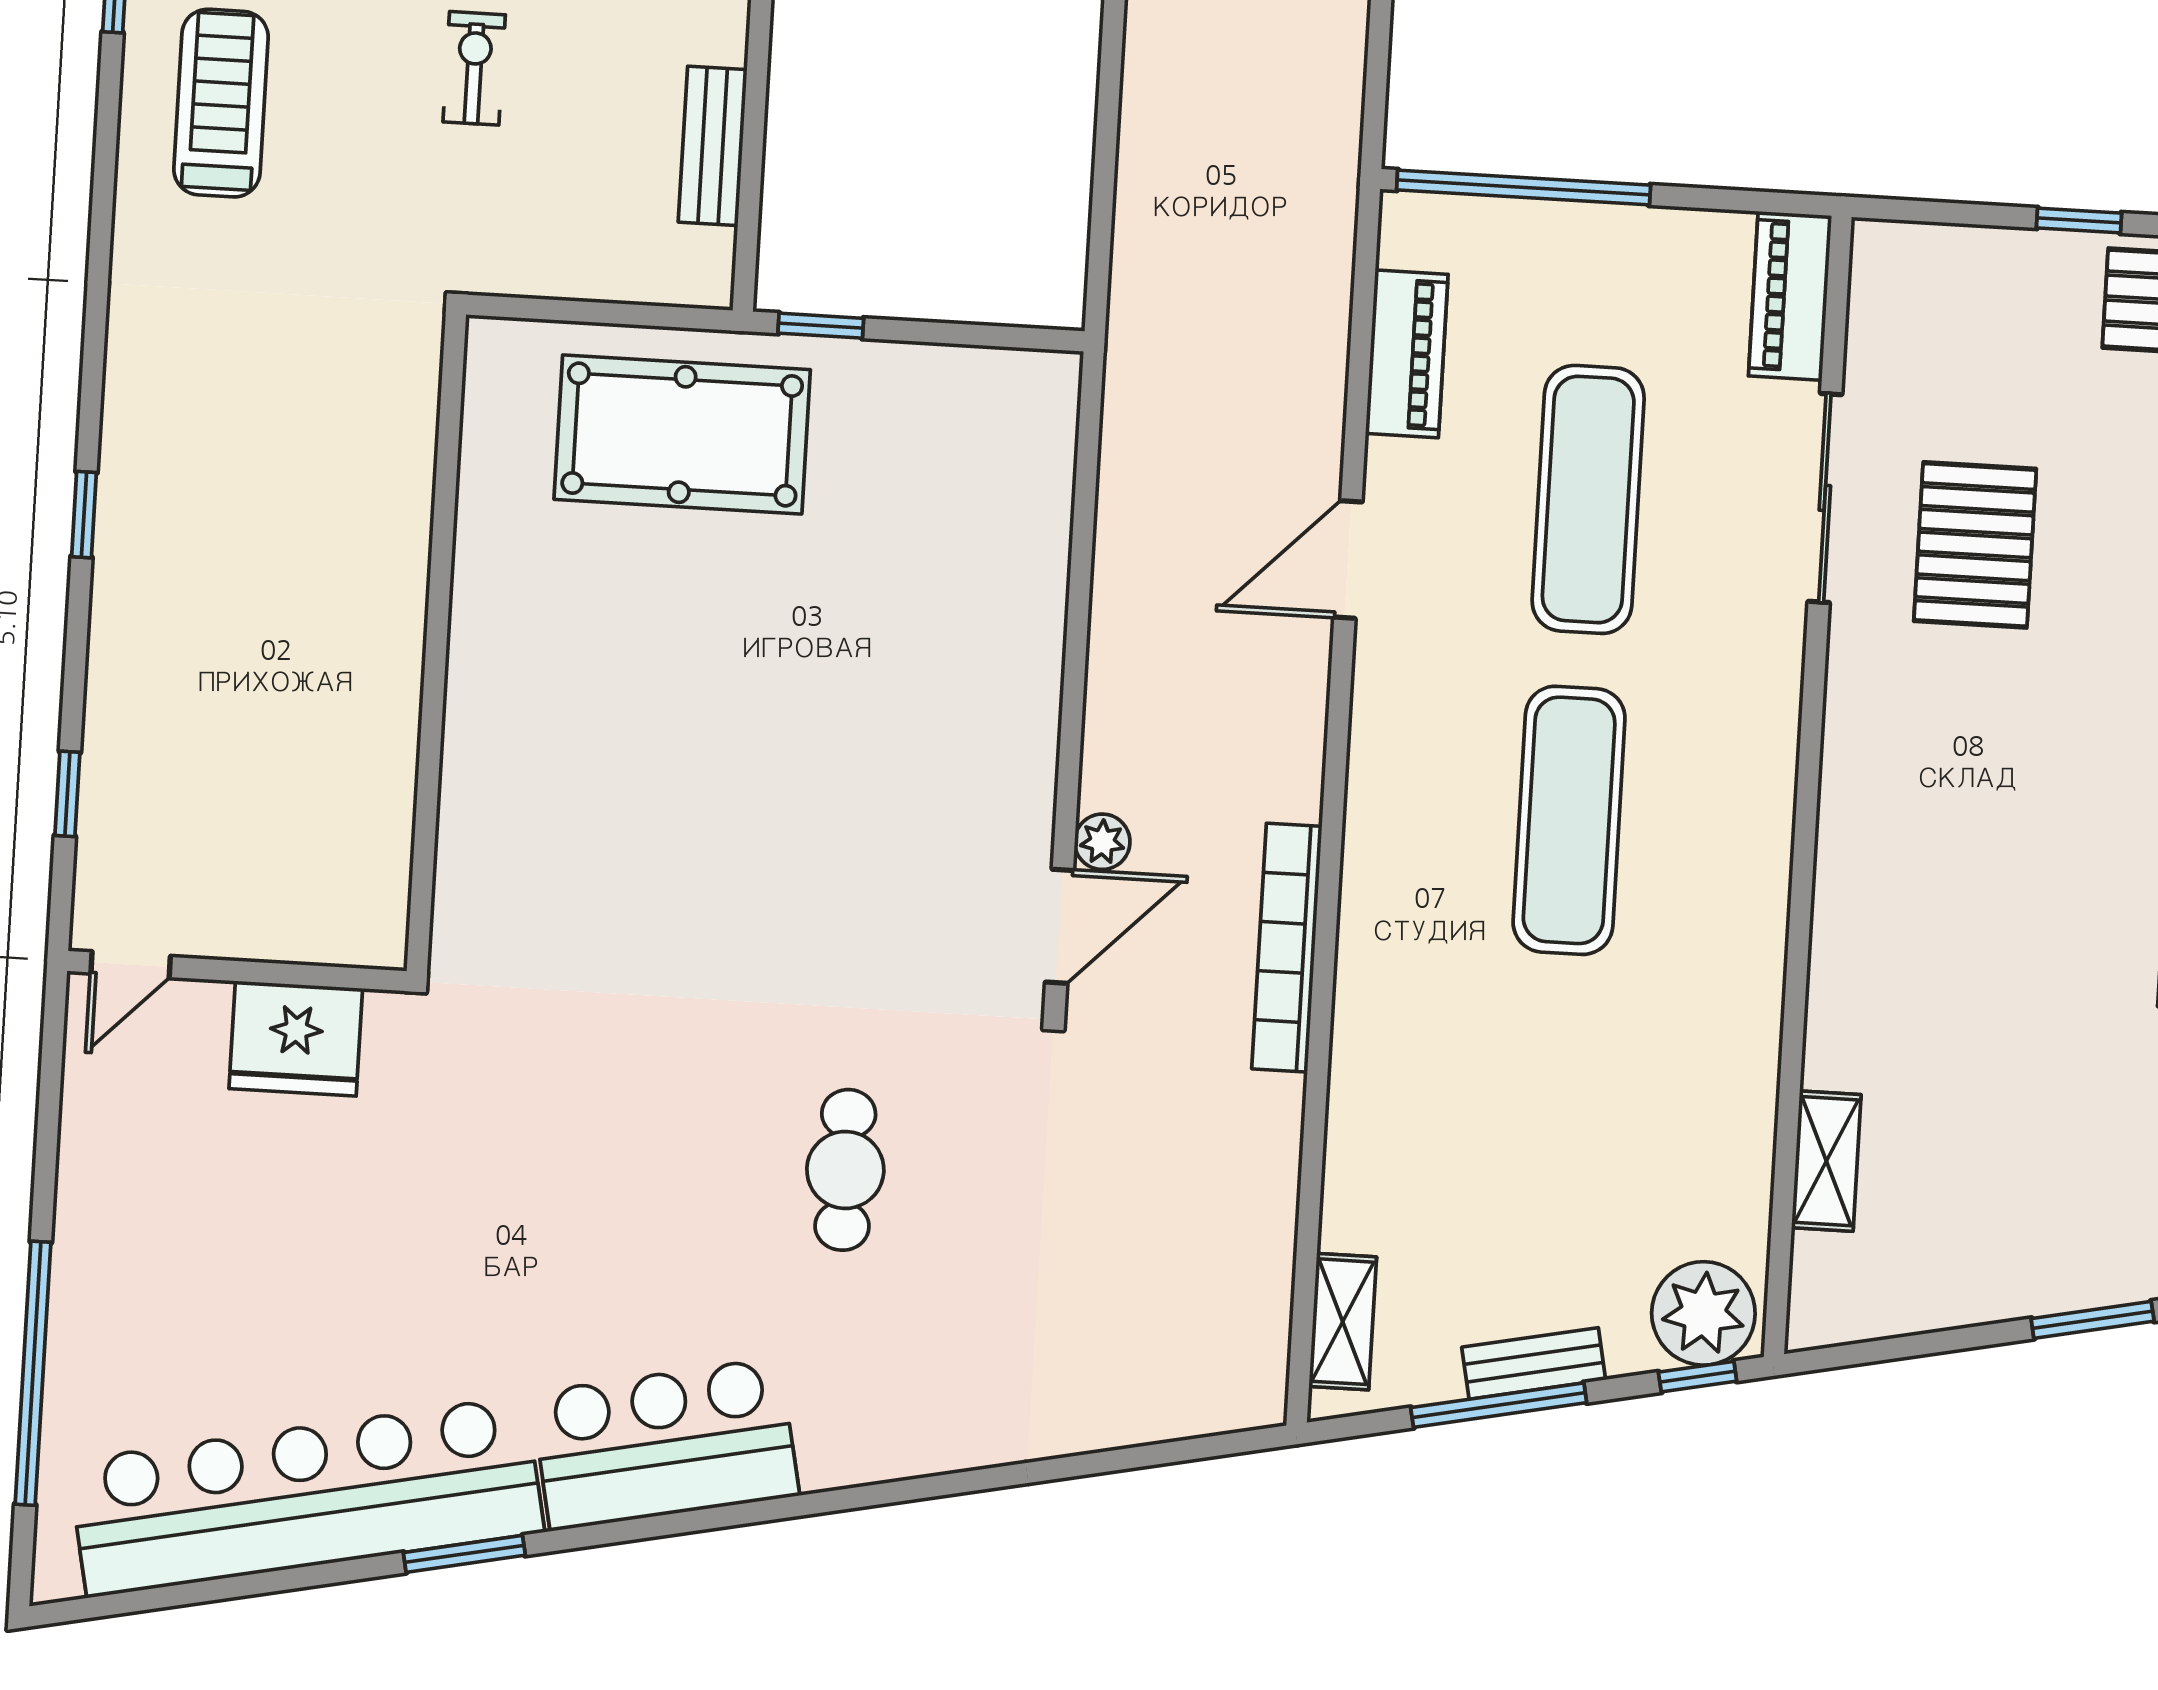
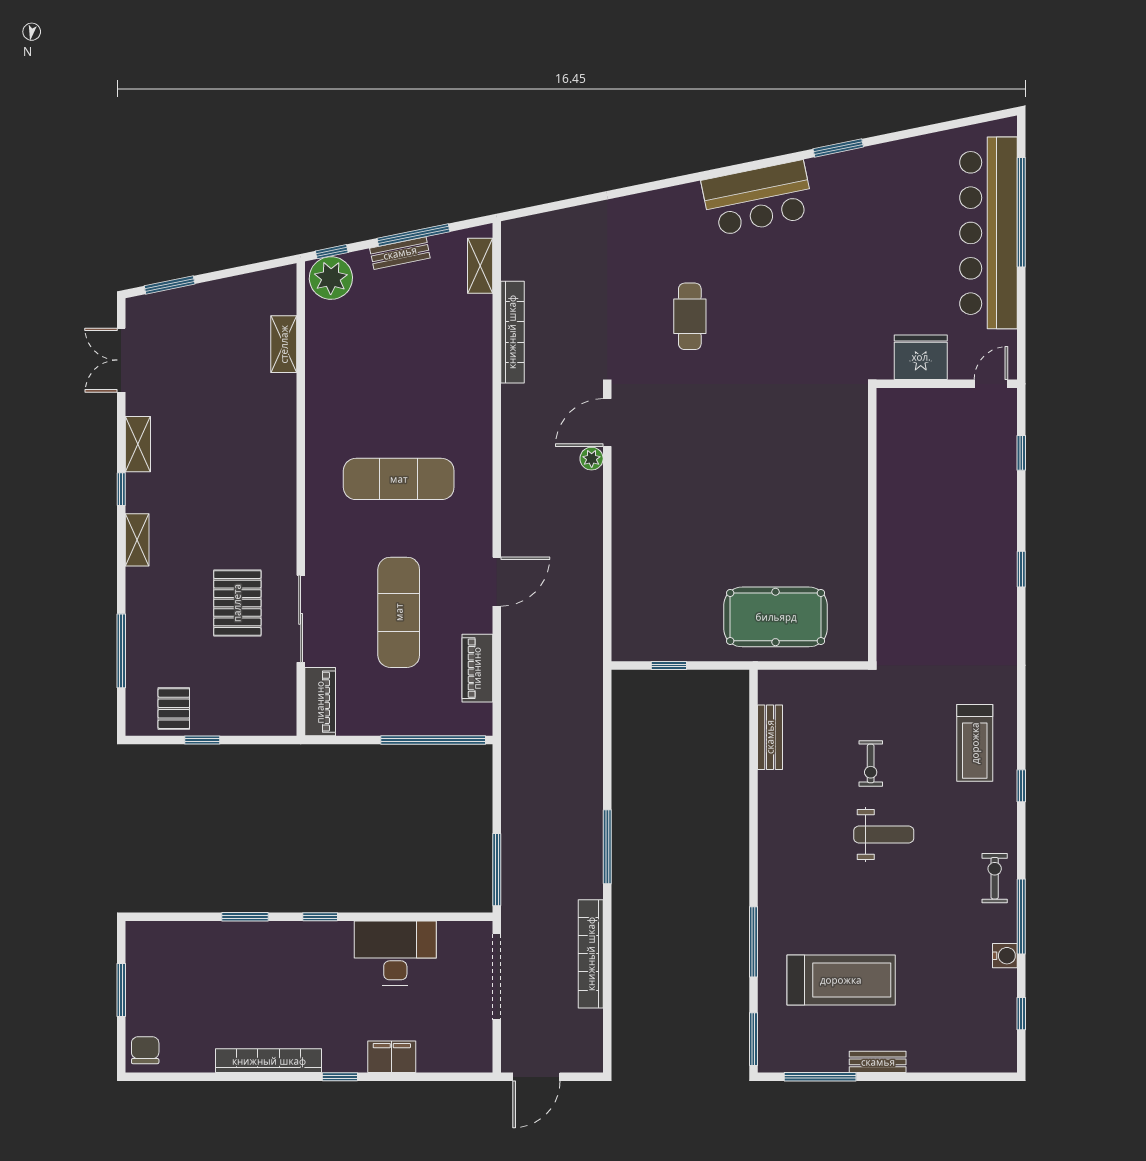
window: (821, 326) -> (669, 665), moved
exercise mat: (1569, 820) -> (399, 479), turned 90
bookcase: (1287, 948) -> (512, 332), moved
bar counter: (306, 1497) -> (988, 233), moved, turned 102

